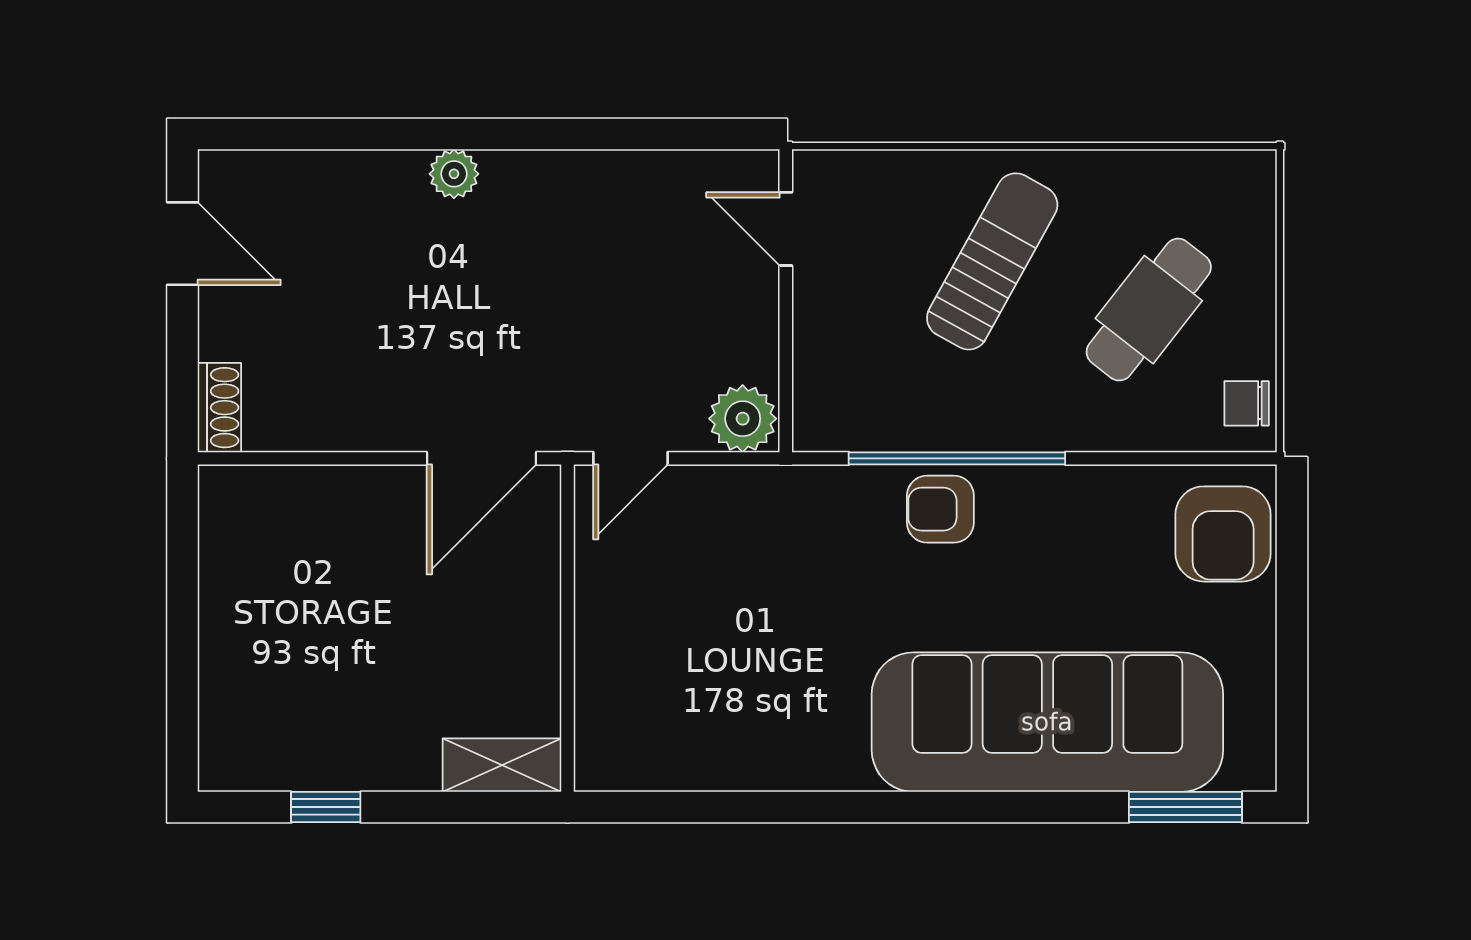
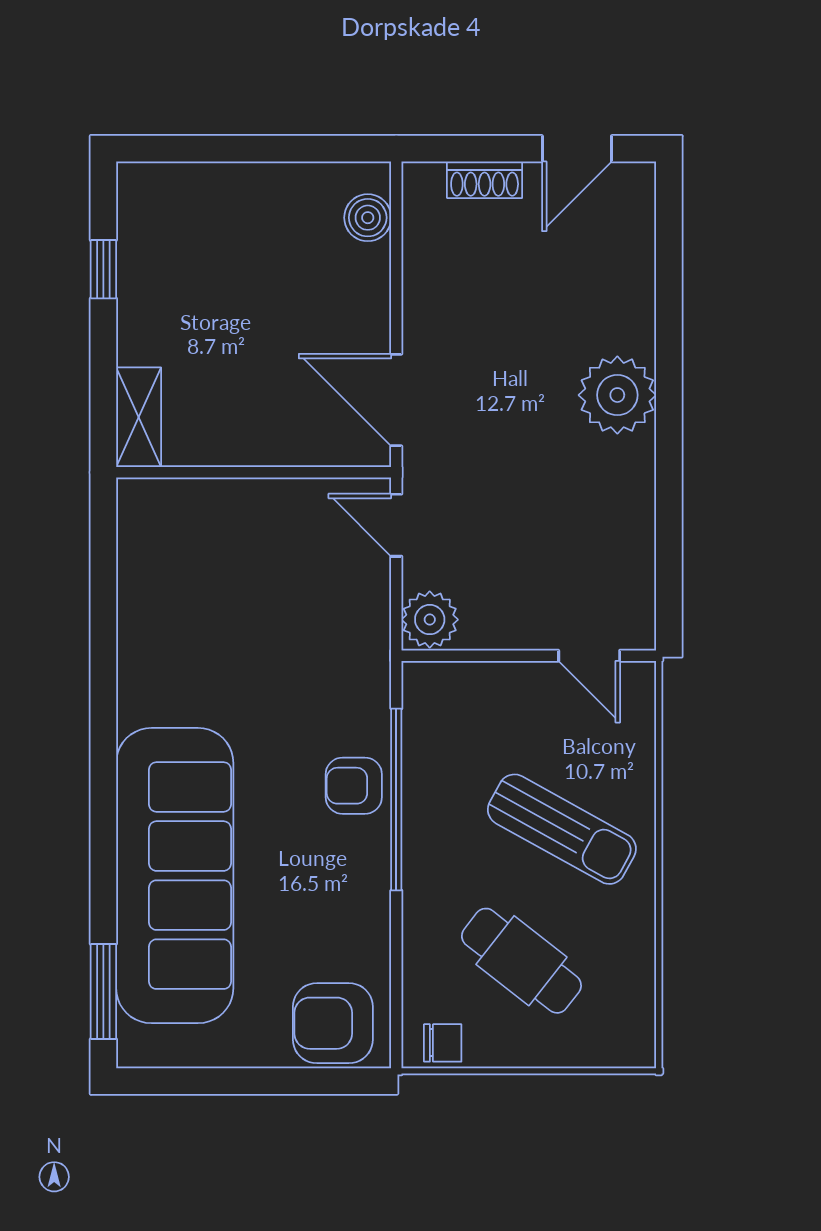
plant: (454, 174) -> (617, 395), width x1.87, depth x1.87
door: (786, 229) -> (589, 656), swing flipped
chair: (1247, 403) -> (443, 1043), turned 90
shoe rack: (219, 408) -> (485, 180), moved
boiler: (264, 492) -> (368, 218), added
armchair: (940, 509) -> (354, 786), turned -90

